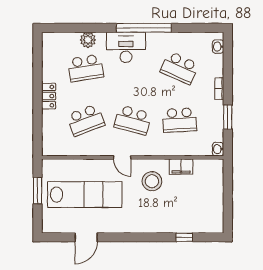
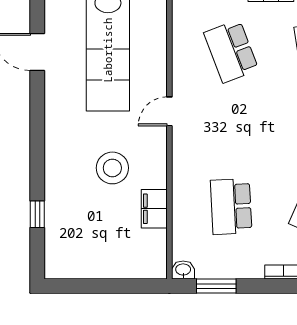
window: (228, 117) -> (216, 286), moved
school desk: (133, 120) -> (231, 129), removed
stool: (152, 181) -> (112, 168), moved

